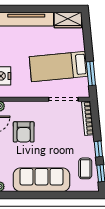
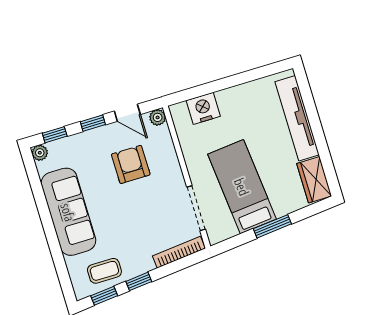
window: (91, 74) -> (272, 226), moved
armchair: (24, 132) -> (131, 164), turned 90

